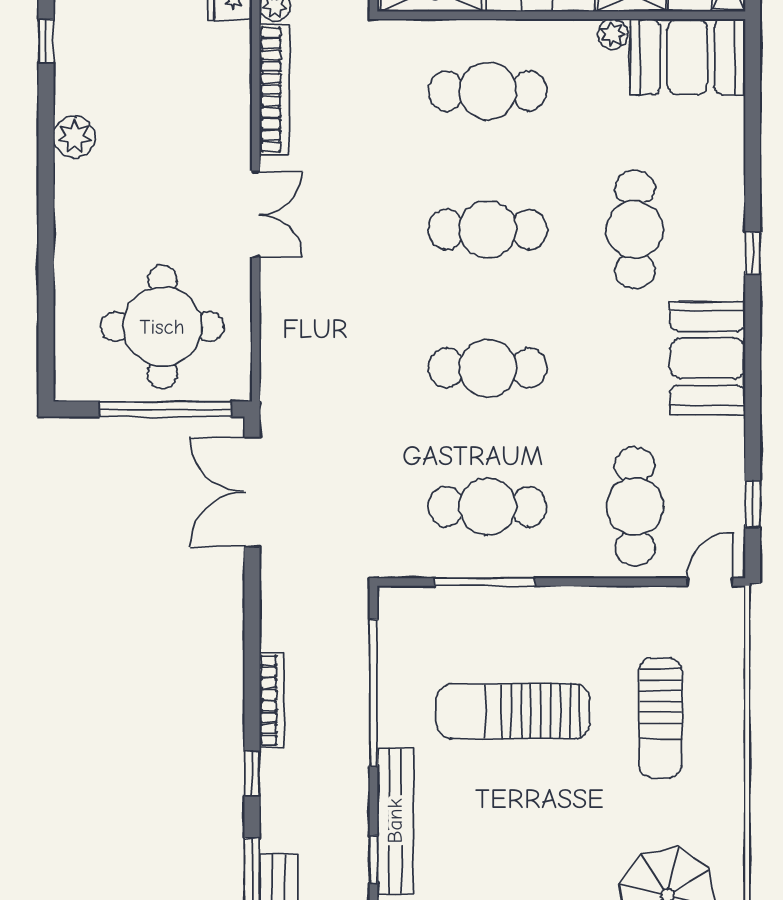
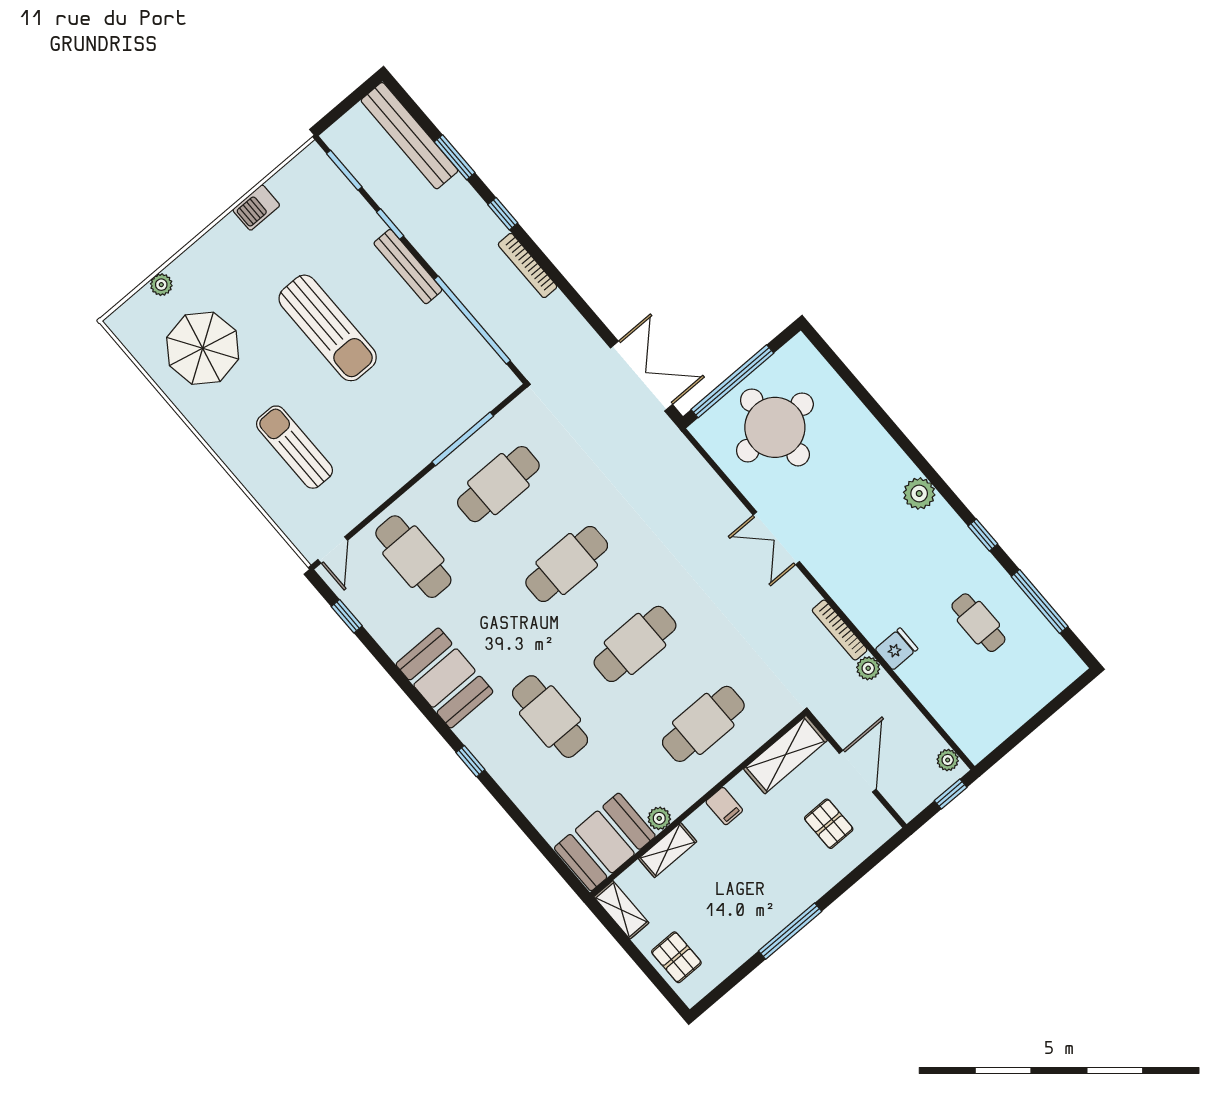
bookcase: (274, 90) -> (840, 630), width x0.68, depth x0.76
sun lounger: (513, 711) -> (328, 328), moved, turned 90
bench: (395, 821) -> (408, 267), width x0.73, depth x0.82

